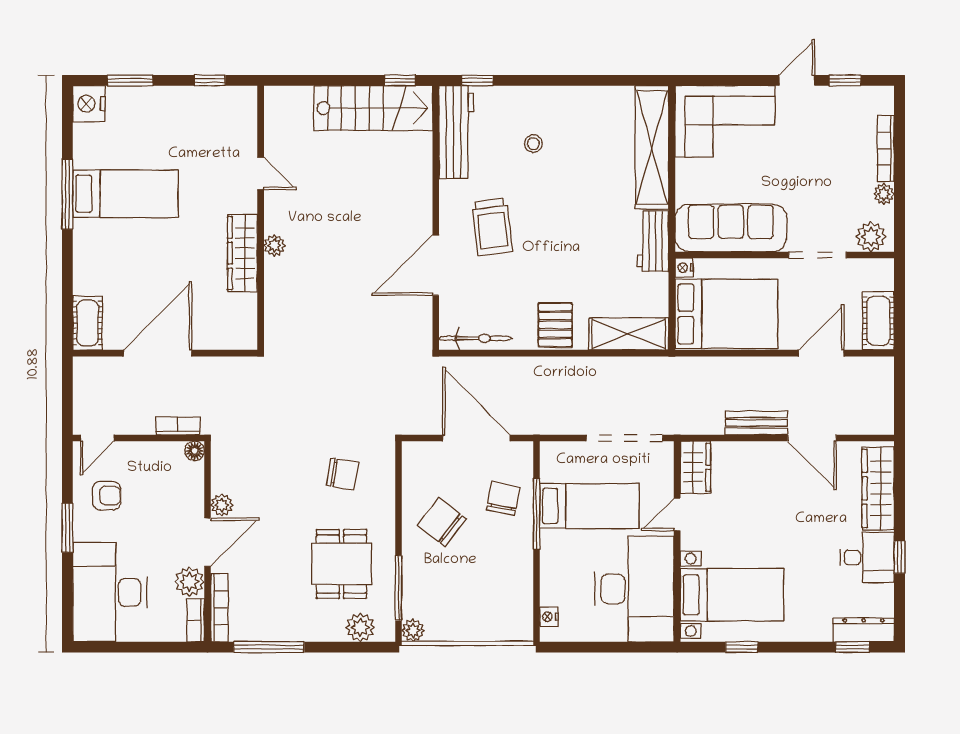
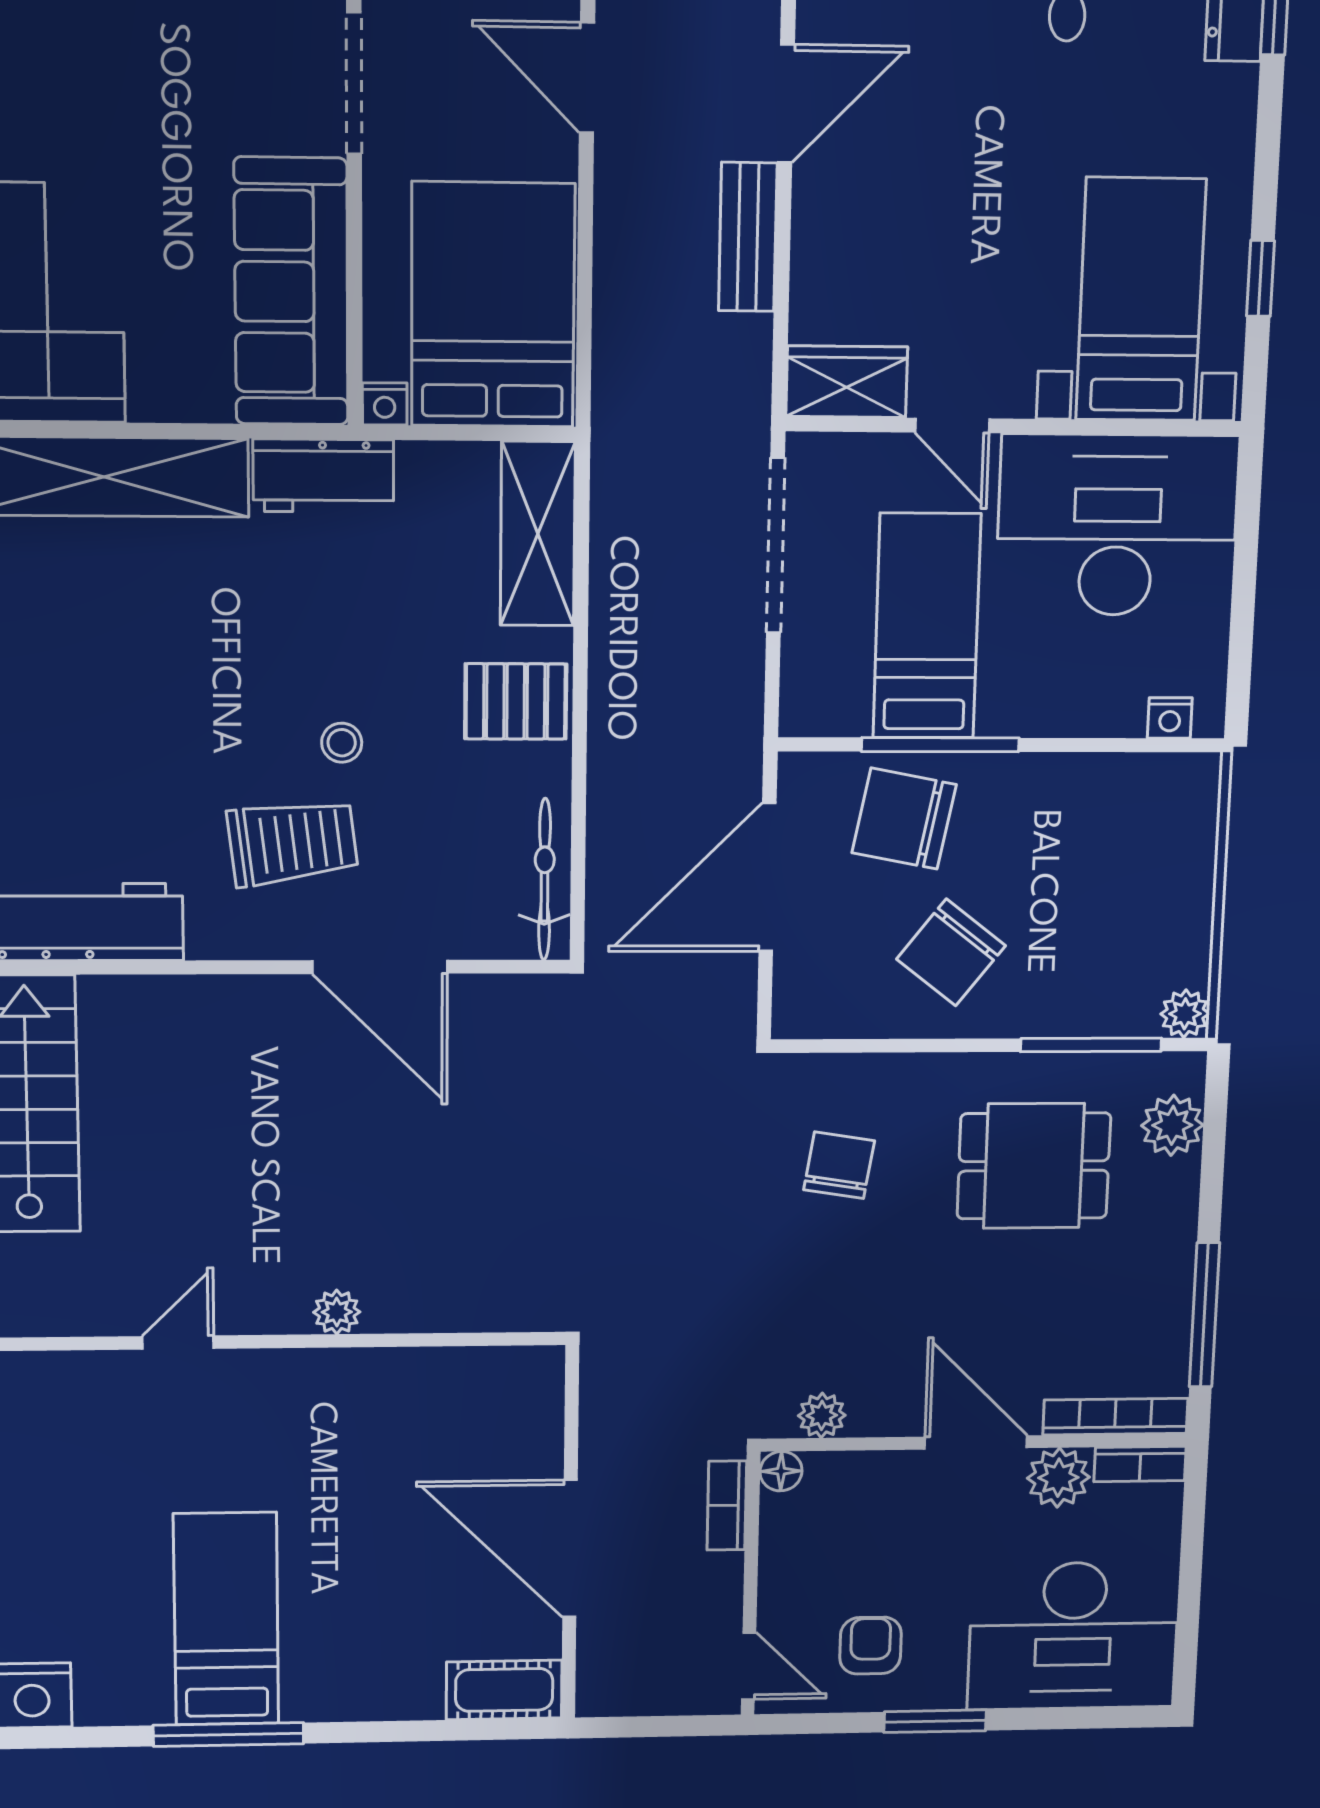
stool: (533, 144) -> (342, 743), moved
wardrobe: (242, 253) -> (354, 1378), removed
chair: (503, 499) -> (904, 819), width x1.37, depth x1.37
plant: (222, 505) -> (822, 1415), moved

